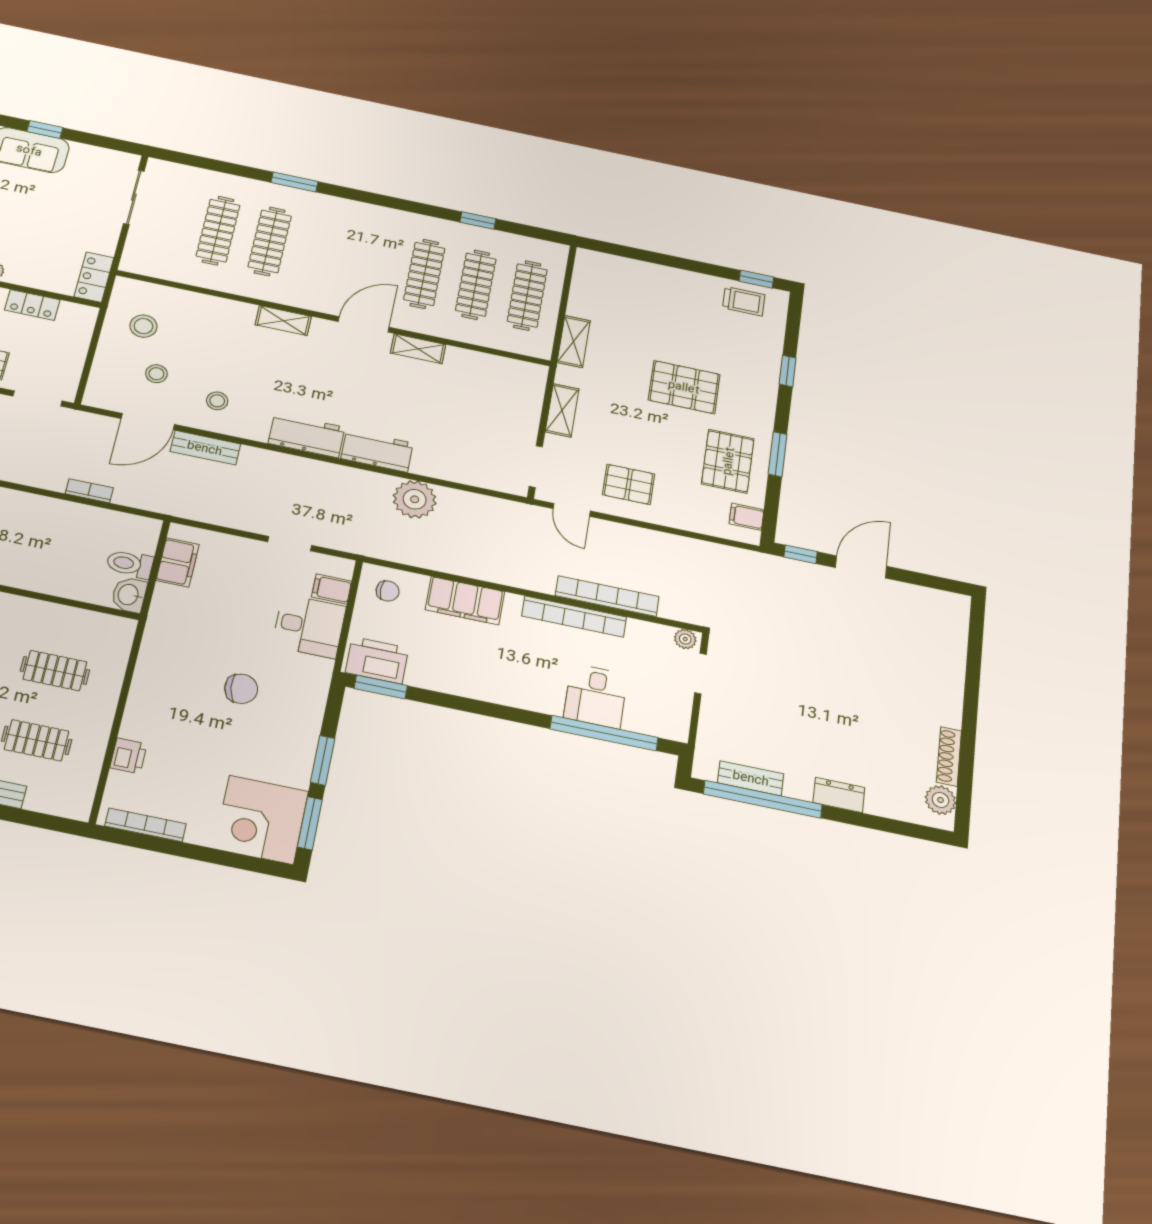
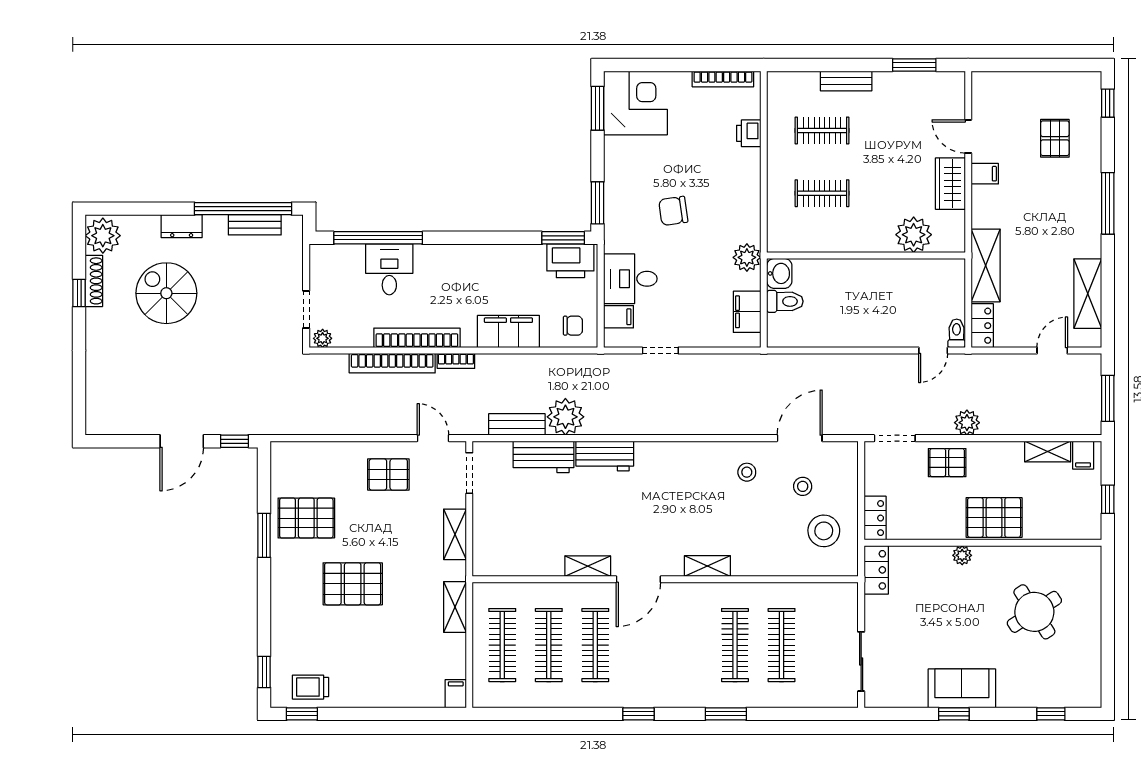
window: (478, 220) -> (639, 714), moved
locker: (32, 305) -> (875, 518), moved, turned 90
stool: (143, 326) -> (824, 531), width x1.38, depth x1.38
window: (787, 371) -> (264, 672), moved
workbench: (307, 435) -> (543, 457), moved
bench: (205, 448) -> (517, 424), moved
pallet: (728, 461) -> (306, 518), turned 90
bookcase: (89, 491) -> (456, 361), moved
filing cabinet: (747, 517) -> (456, 694), moved, turned -90
chair: (388, 591) -> (573, 326), turned 180
plant: (164, 620) -> (747, 257), added
spiral stairs: (864, 725) -> (166, 293), added
window: (968, 747) -> (79, 293), added
window: (323, 760) -> (598, 203), moved
plant: (940, 800) -> (103, 236), width x1.36, depth x1.36

